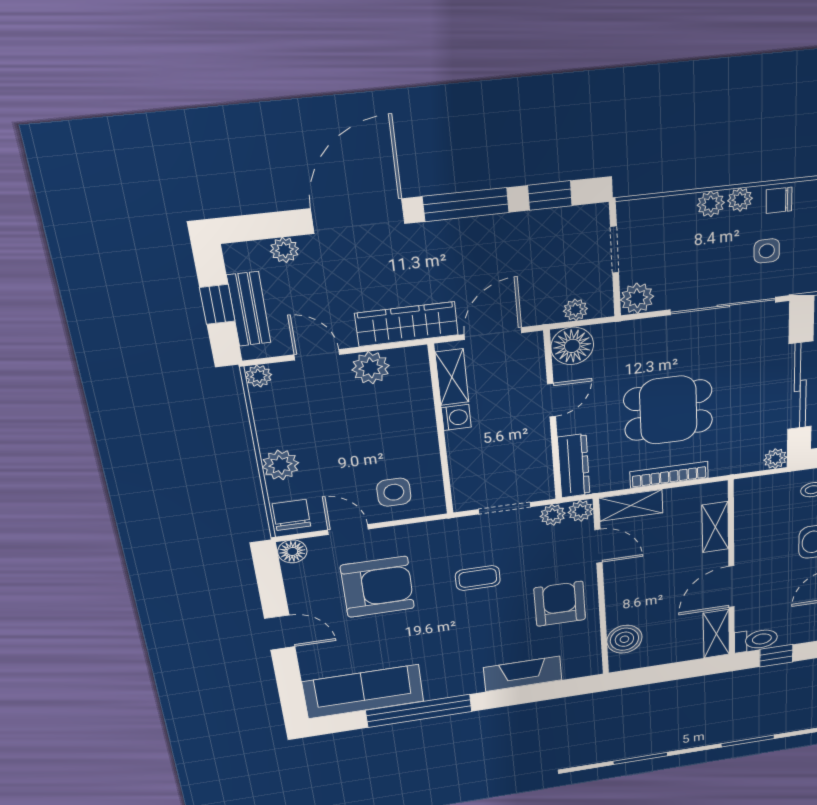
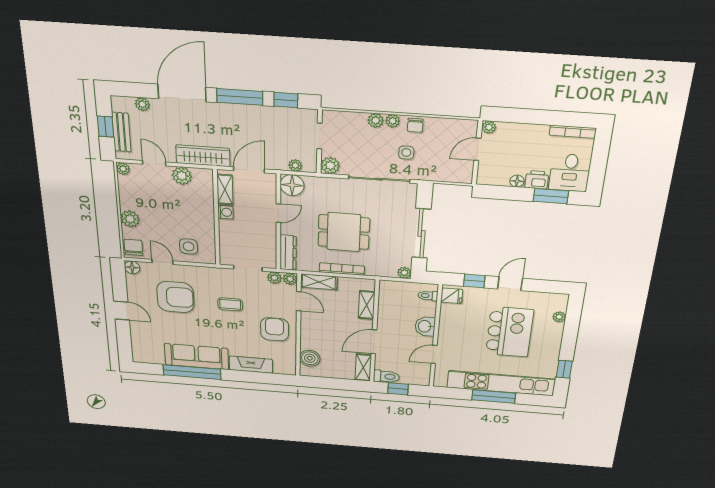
chair: (779, 200) -> (415, 125), turned -90
sofa: (363, 692) -> (196, 357), moved

